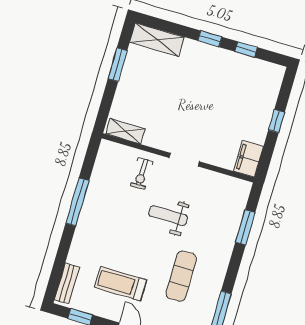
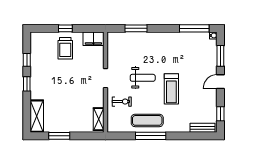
trolley: (247, 112) -> (65, 48), added
weight bench: (168, 216) -> (143, 78), turned -90
exercise mat: (181, 276) -> (147, 120), moved
treadmill: (121, 284) -> (171, 89), moved

